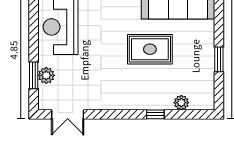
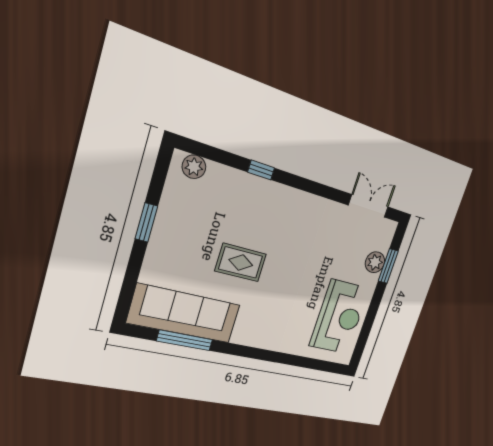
rug: (150, 49) -> (241, 263), width x0.73, depth x0.70
plant: (181, 103) -> (194, 167), moved

